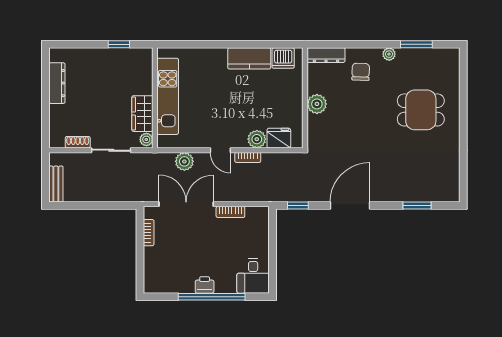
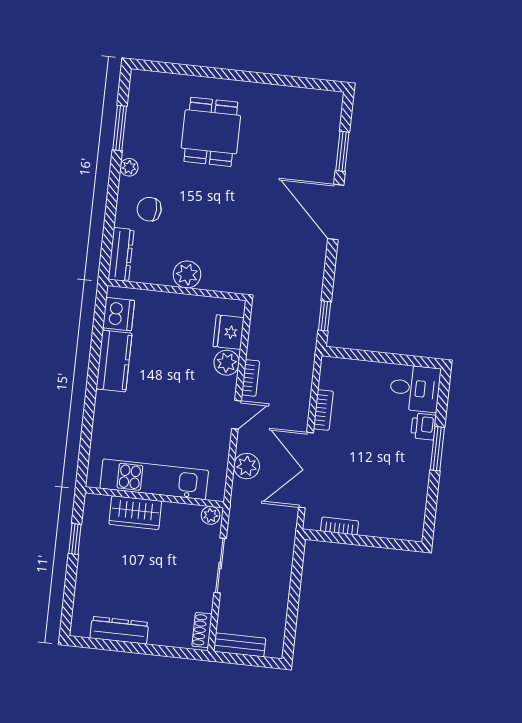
wardrobe: (142, 114) -> (135, 513), moved
shoe rack: (78, 142) -> (202, 630), moved
bench: (56, 184) -> (240, 645), moved
door: (350, 206) -> (336, 212), moved
printer: (205, 285) -> (423, 426), moved
window: (212, 297) -> (437, 449), width x0.47

